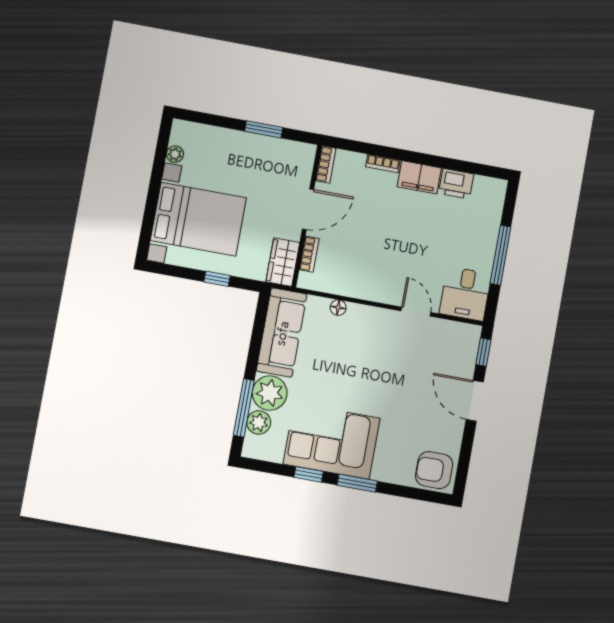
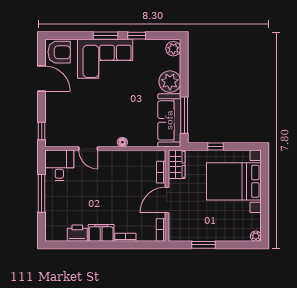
plant: (175, 154) -> (256, 236), moved
floor lamp: (338, 308) -> (122, 142), moved
door: (475, 401) -> (42, 79), moved
window: (244, 408) -> (184, 115), moved
plant: (259, 422) -> (173, 49), moved
corner sofa: (332, 441) -> (105, 59), moved

